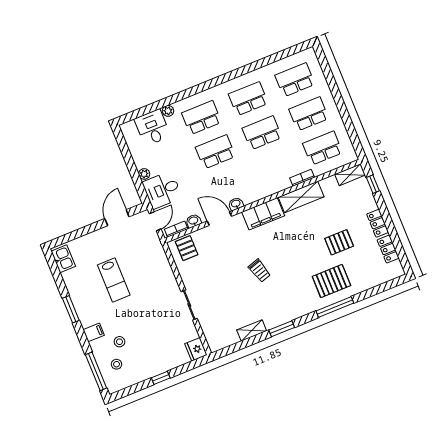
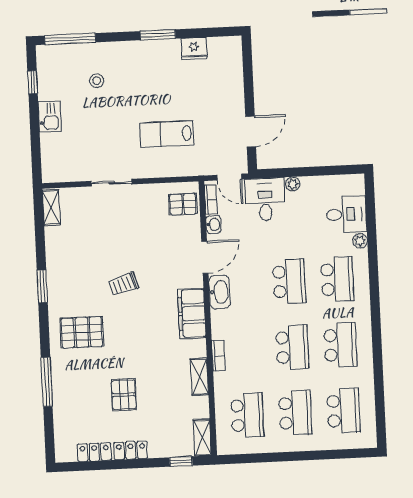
bookcase: (302, 178) -> (218, 356), moved
shelving: (301, 197) -> (199, 377), width x0.67, depth x0.75
washbasin: (236, 204) -> (220, 292), width x1.91, depth x1.45
door: (117, 218) -> (251, 132), hinge flipped
kitchen sink: (63, 259) -> (50, 117), moved, turned -90
lab bench: (114, 280) -> (167, 134), moved
pallet: (331, 281) -> (82, 332), moved, turned 90
window: (335, 307) -> (47, 382), moved
shelving: (252, 330) -> (51, 208), moved
filing cabinet: (94, 332) -> (119, 53), removed
fridge: (196, 349) -> (194, 49), moved, turned 180
stool: (117, 364) -> (70, 67), removed
window: (161, 378) -> (33, 82), moved

